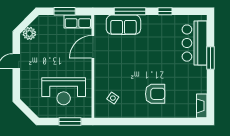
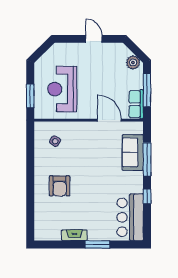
window: (65, 11) -> (147, 90), width x1.44
plant: (29, 33) -> (133, 62), moved
bar counter: (195, 43) -> (130, 217), moved, turned -90
fireplace: (202, 106) -> (74, 235), moved

